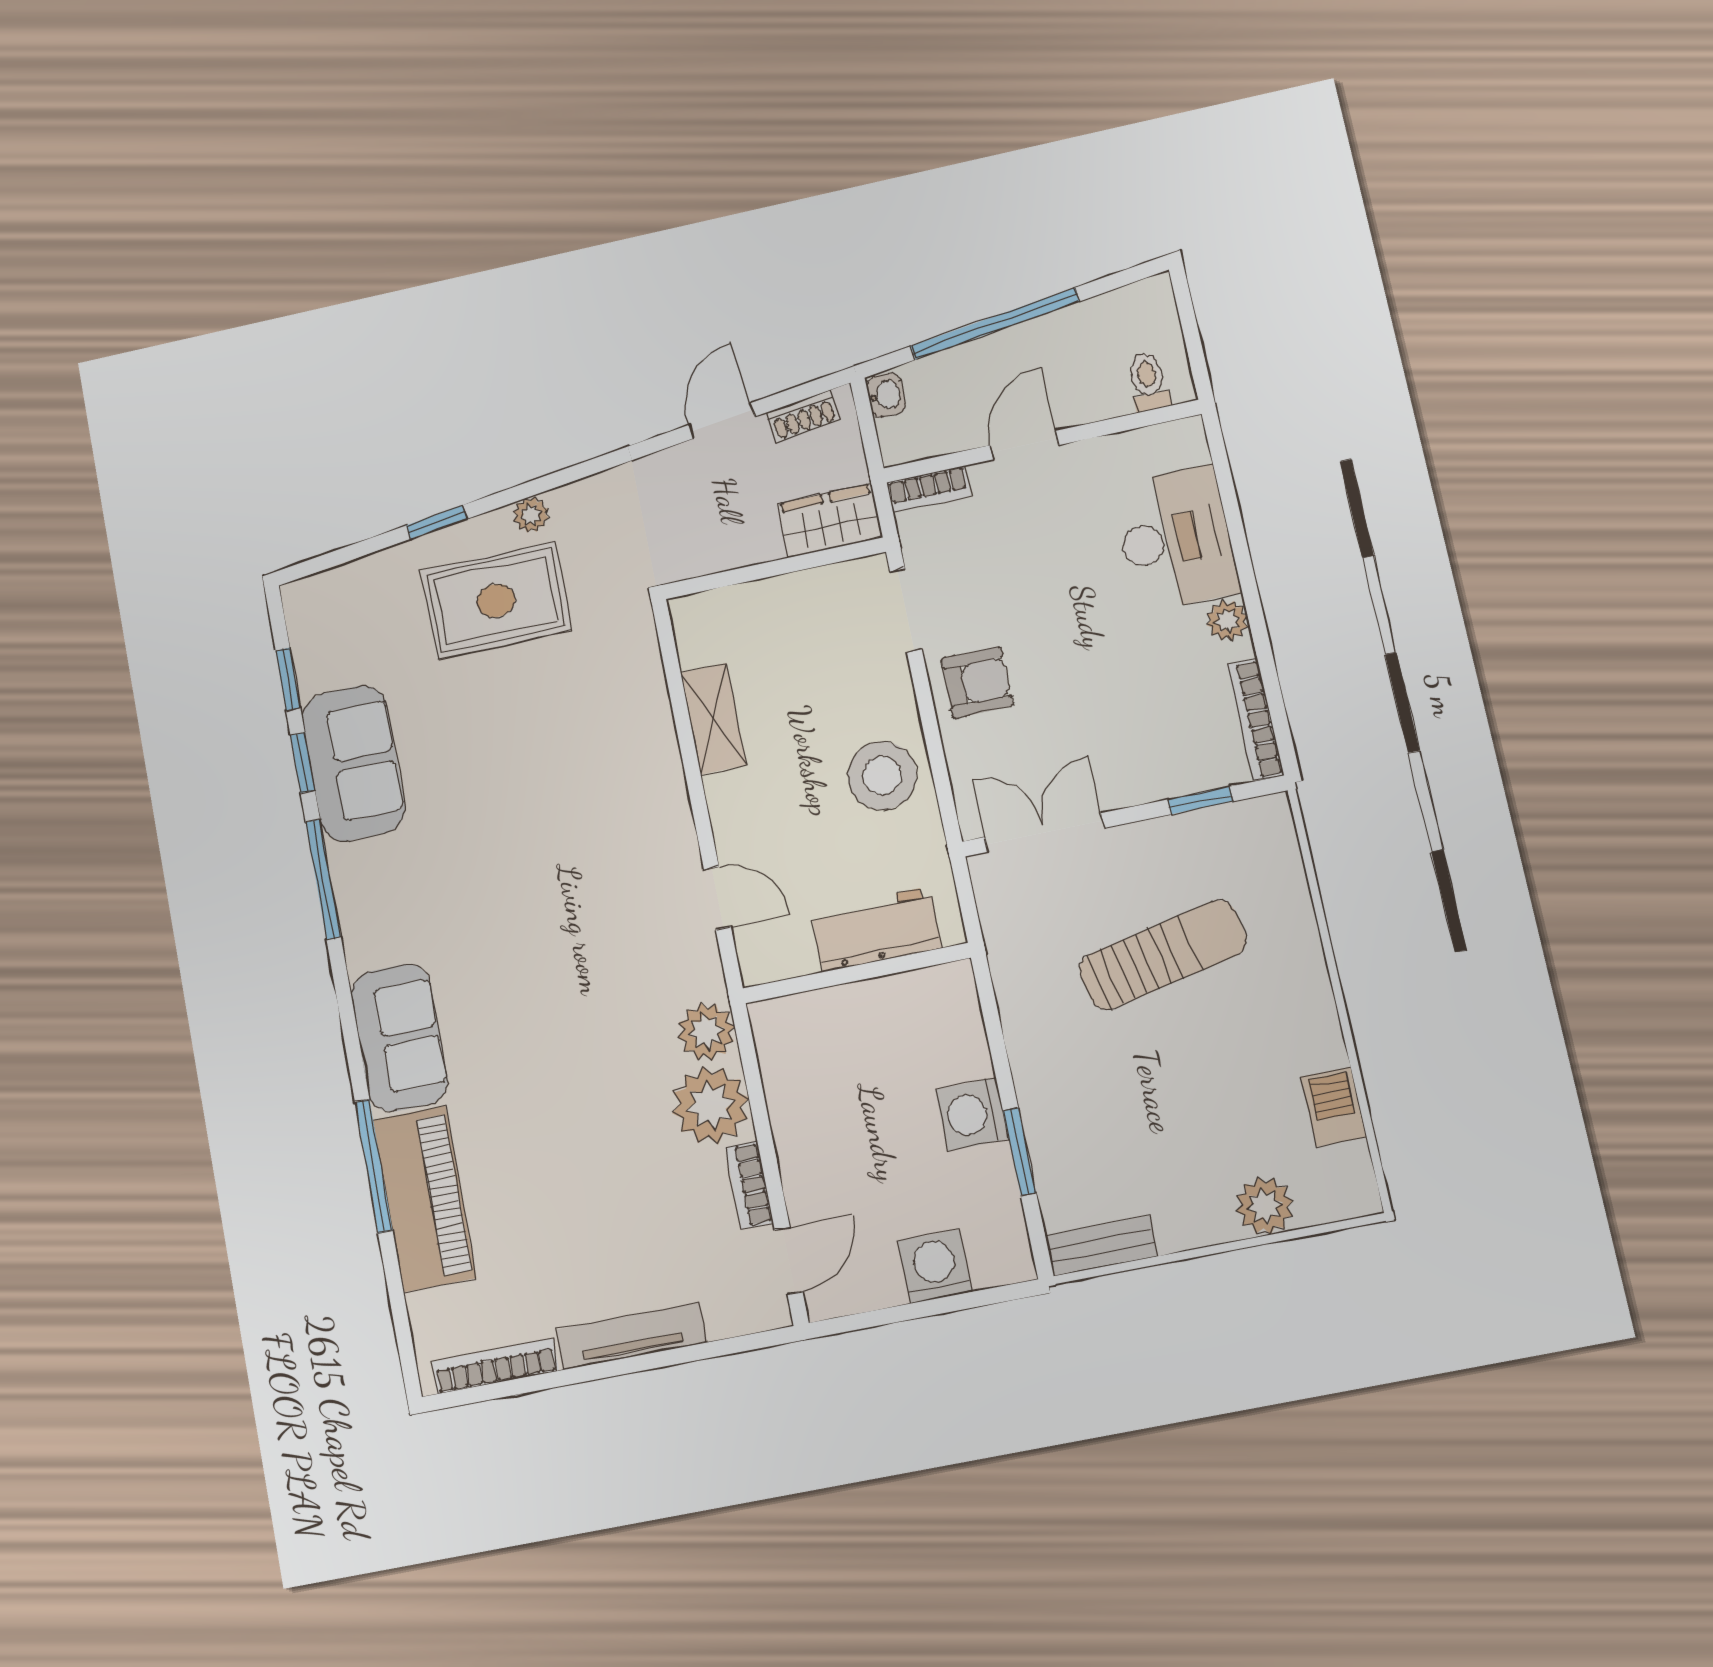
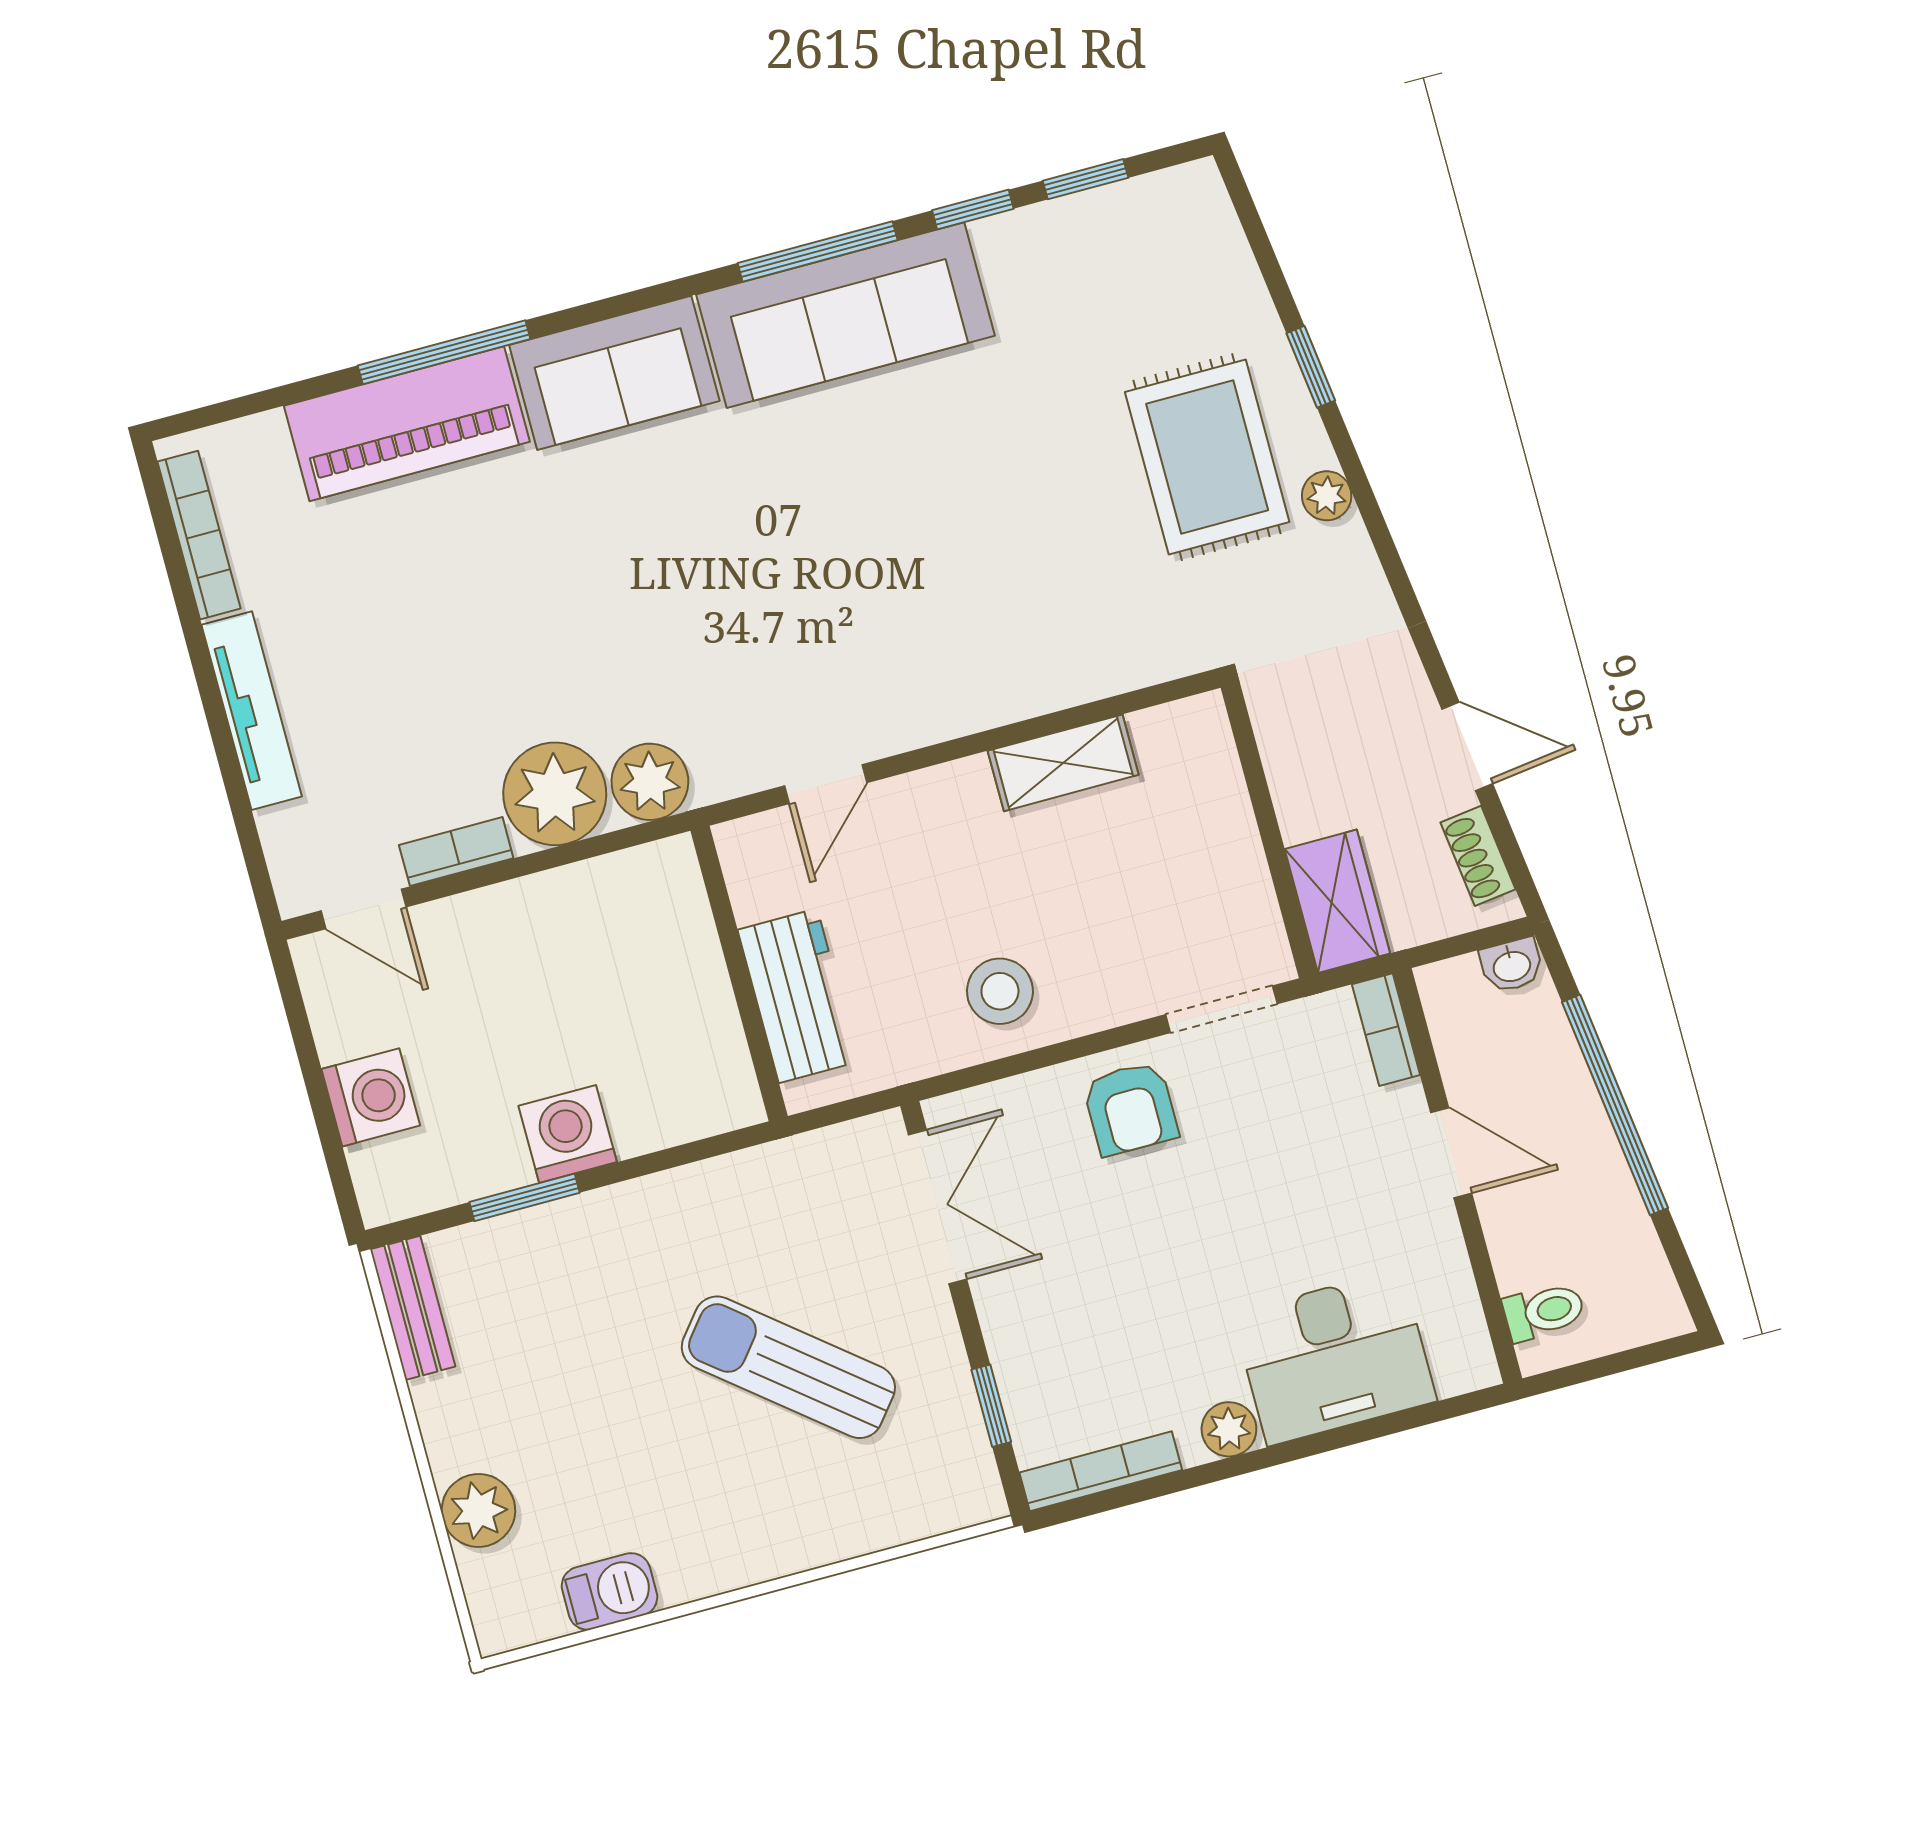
sofa: (354, 763) -> (846, 315), moved, width x1.36
stool: (882, 776) -> (1000, 991), width x0.73, depth x0.73
sun lounger: (1163, 955) -> (788, 1367), turned 141

